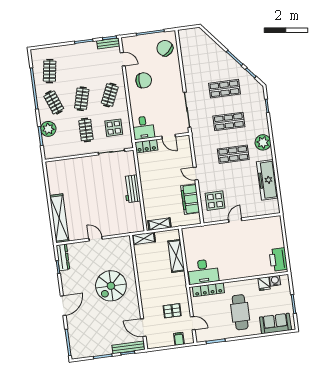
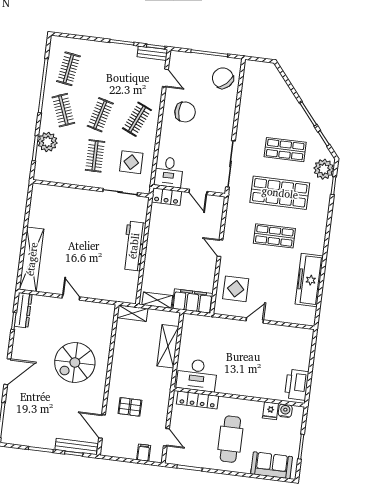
shop shelf: (229, 121) -> (280, 193), width x1.43, depth x1.36
plant: (263, 142) -> (324, 169), moved
workbench: (132, 189) -> (134, 246), width x1.38
filing cabinet: (190, 199) -> (192, 301), moved, turned 90
pallet: (172, 311) -> (130, 407), moved

